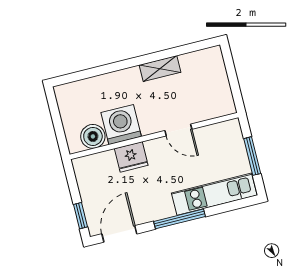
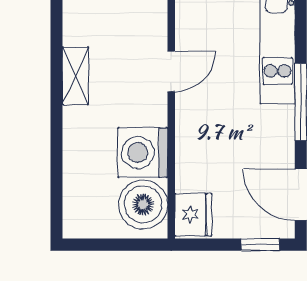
boiler: (93, 136) -> (143, 205), width x1.37, depth x1.37
fridge: (131, 157) -> (193, 215), moved

